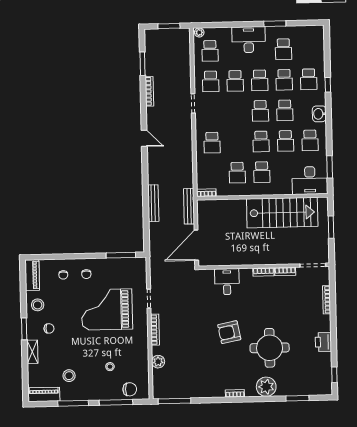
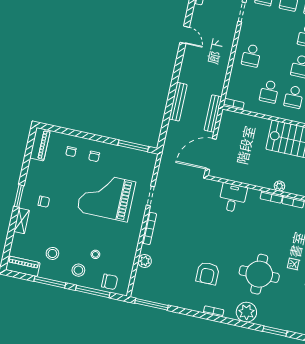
plant: (269, 260) -> (279, 186), added
stool: (38, 305) -> (78, 270), moved
armchair: (229, 332) -> (208, 273), moved, turned -79

